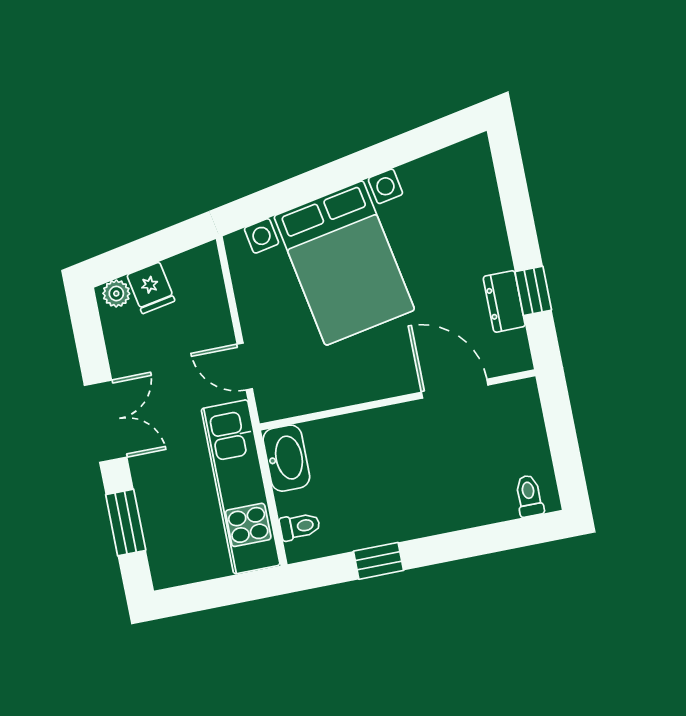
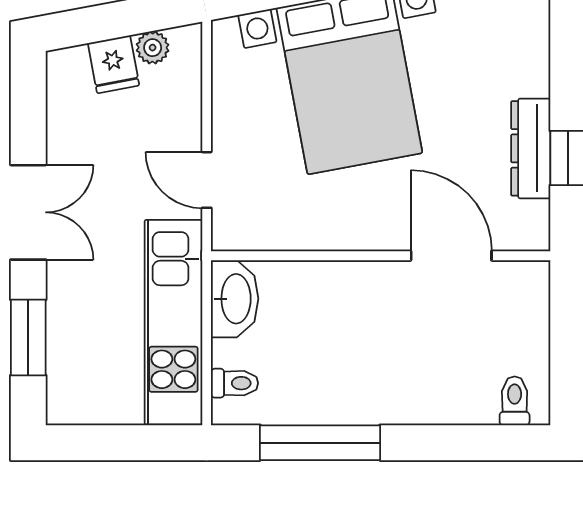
plant: (116, 293) -> (153, 48), moved
dresser: (504, 301) -> (531, 148), width x1.44
window: (378, 561) -> (320, 443), width x2.17

